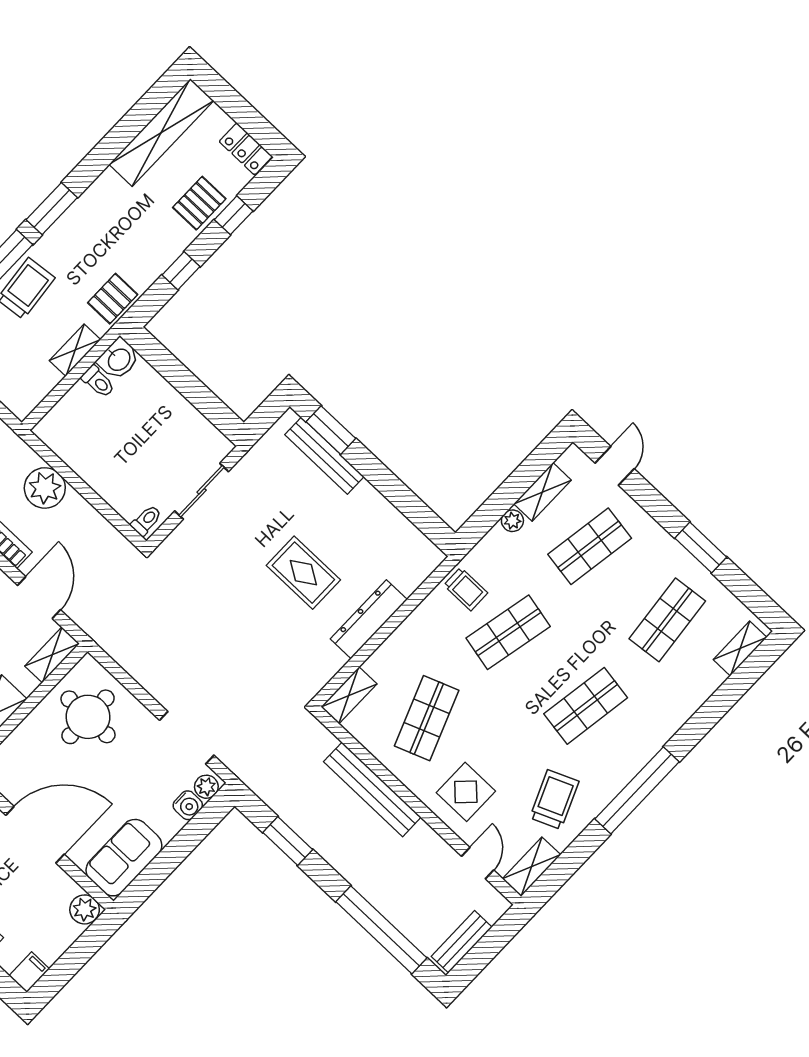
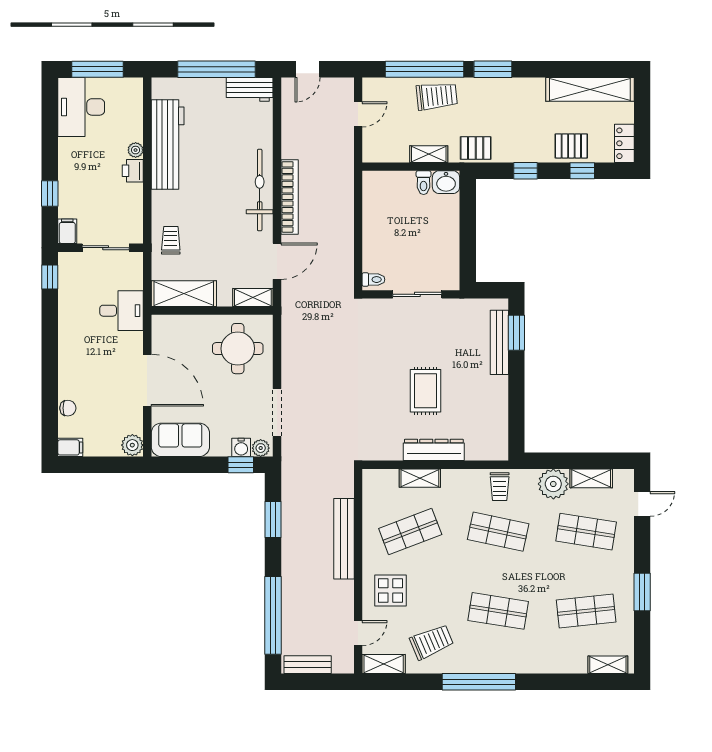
plant: (45, 488) -> (339, 208), removed
plant: (512, 521) -> (553, 484), width x1.87, depth x1.87
shelving: (349, 695) -> (420, 478), moved
window: (204, 822) -> (241, 465), added

